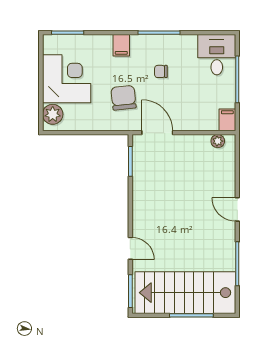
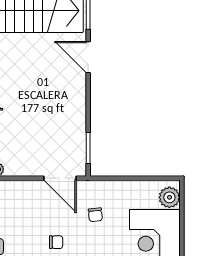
chair: (123, 98) -> (95, 215), width x0.54, depth x0.54
door: (130, 248) -> (88, 57), width x1.38

